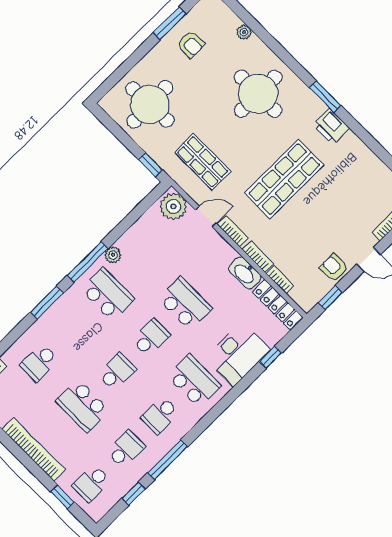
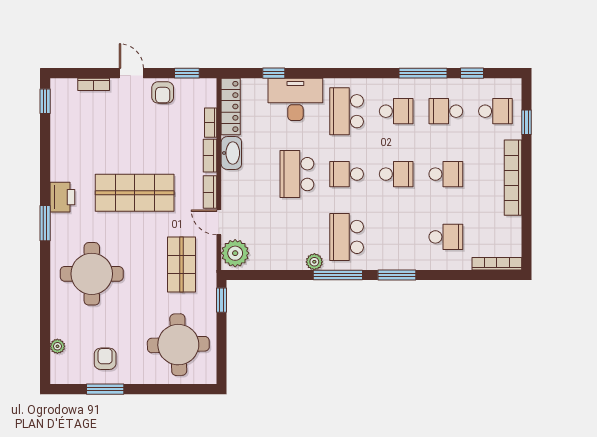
plant: (244, 32) -> (57, 346), moved
school desk: (117, 372) -> (396, 174), turned 180
school desk: (83, 406) -> (446, 174), width x0.54

